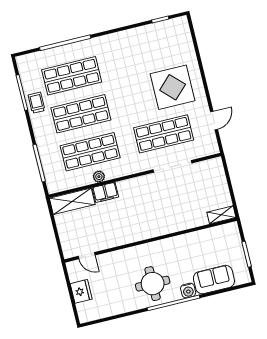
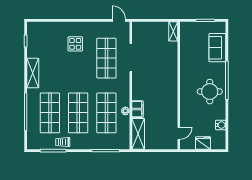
shelving: (119, 40) -> (33, 73), added
display table: (173, 87) -> (75, 44), width x0.54, depth x0.54
door: (214, 121) -> (119, 20), moved
water cooler: (188, 291) -> (221, 125), moved

